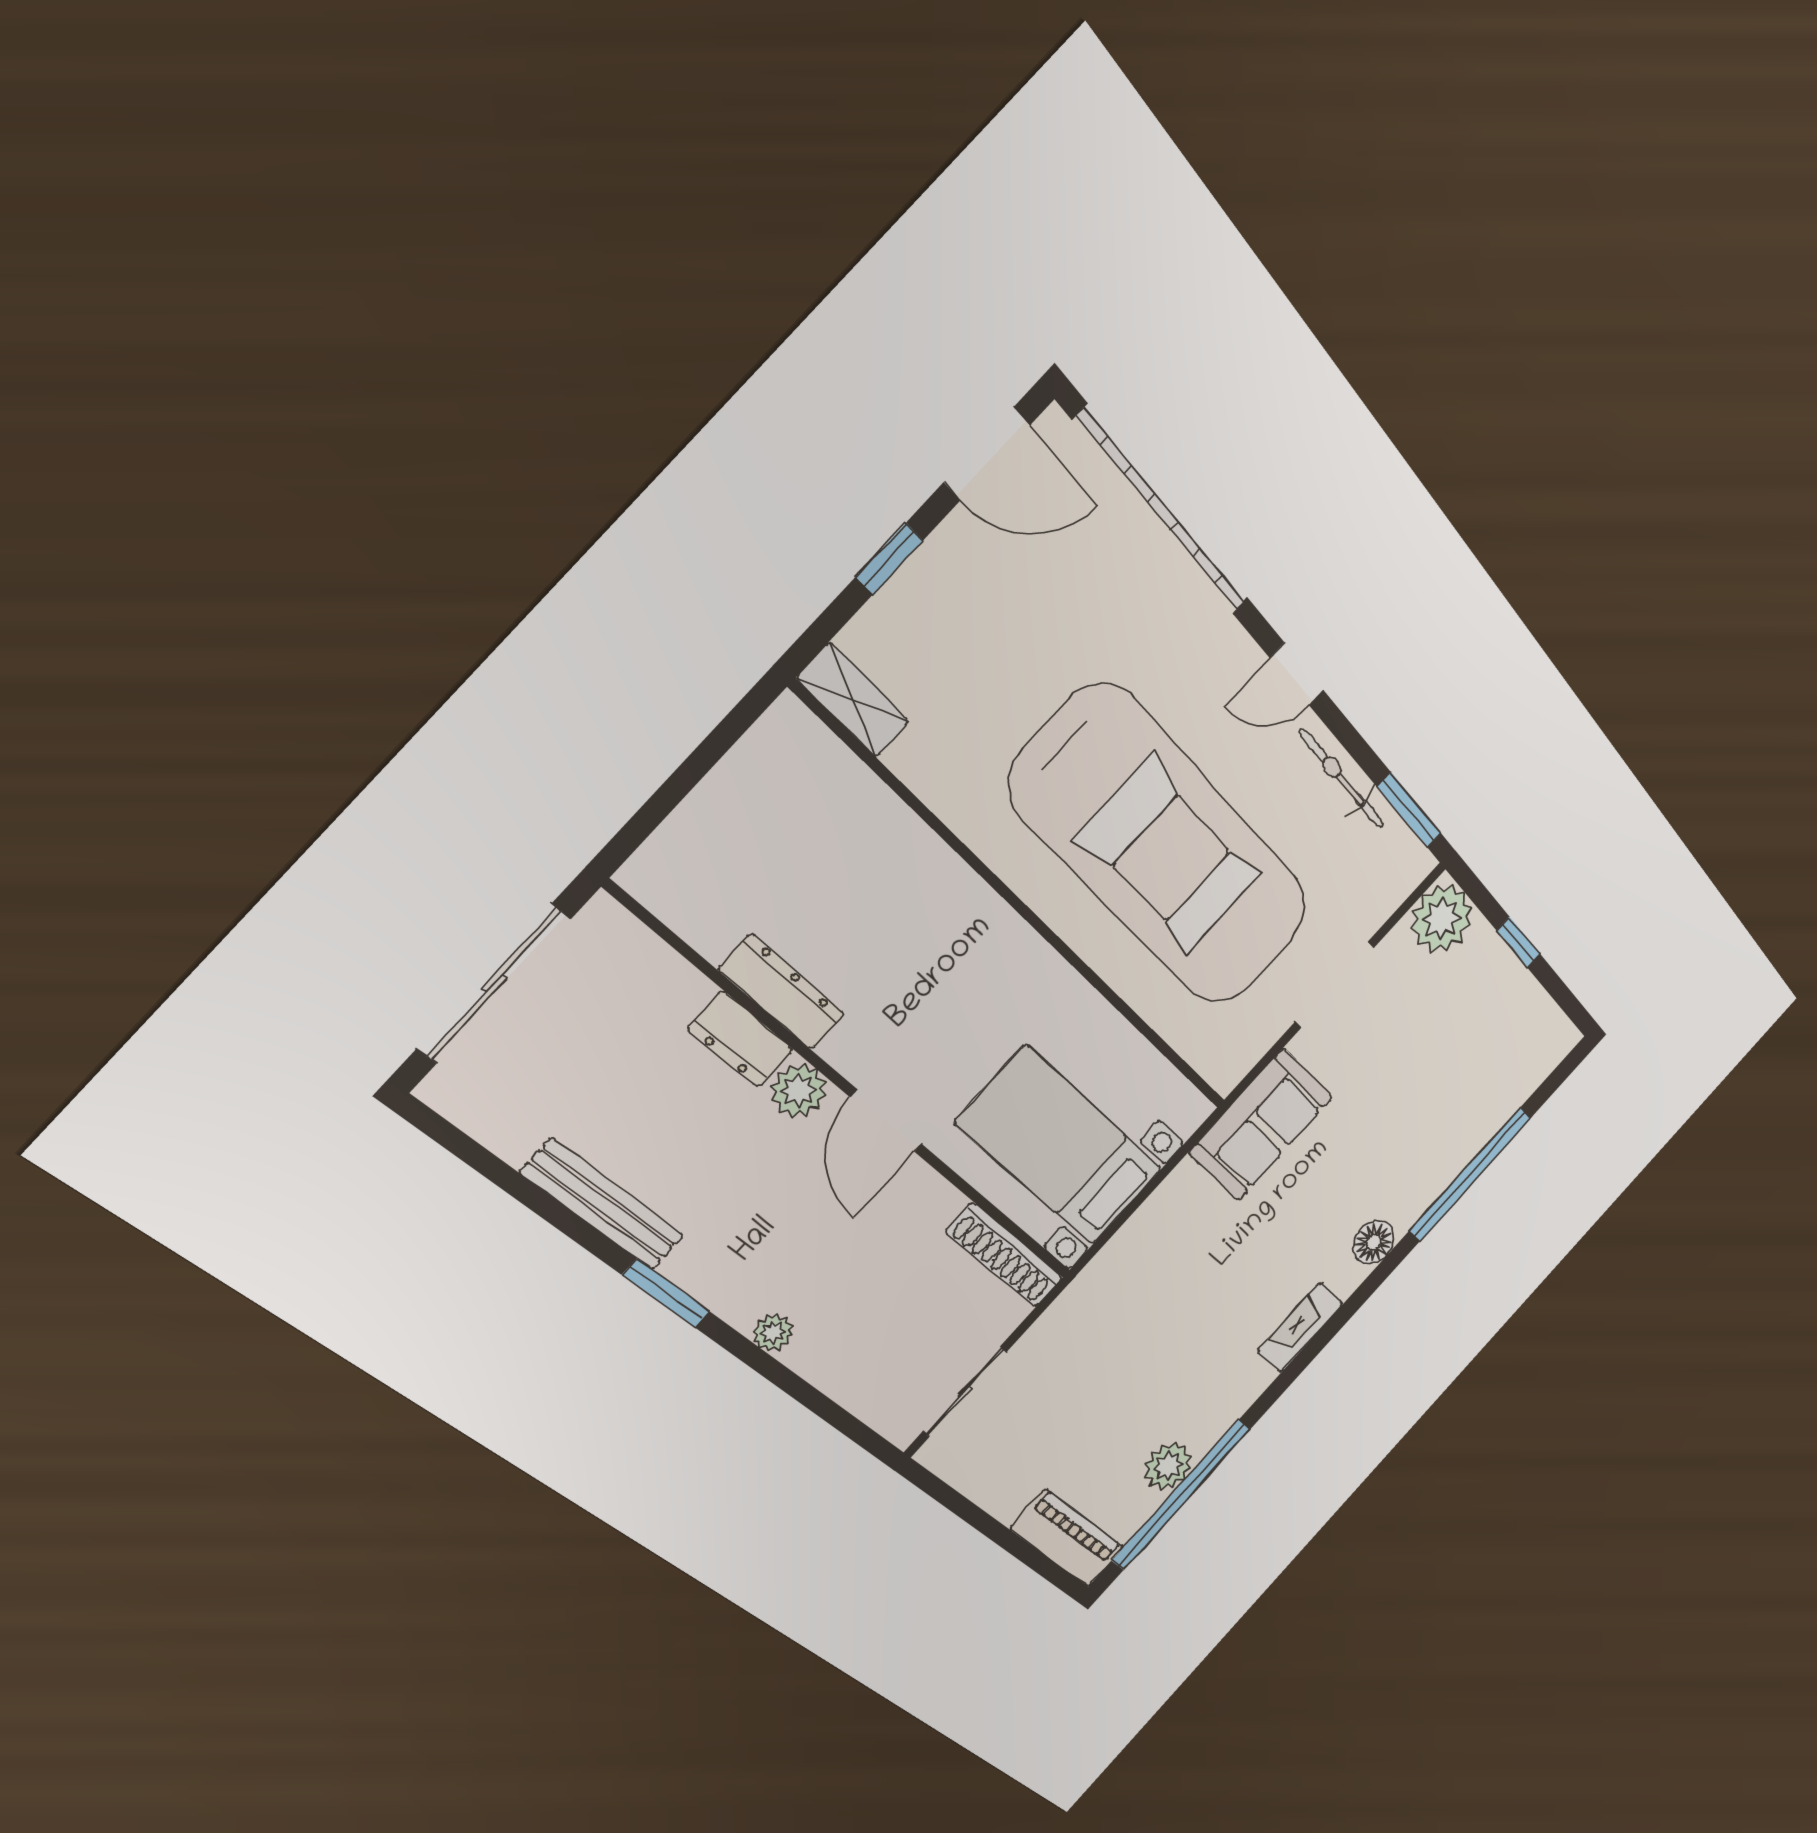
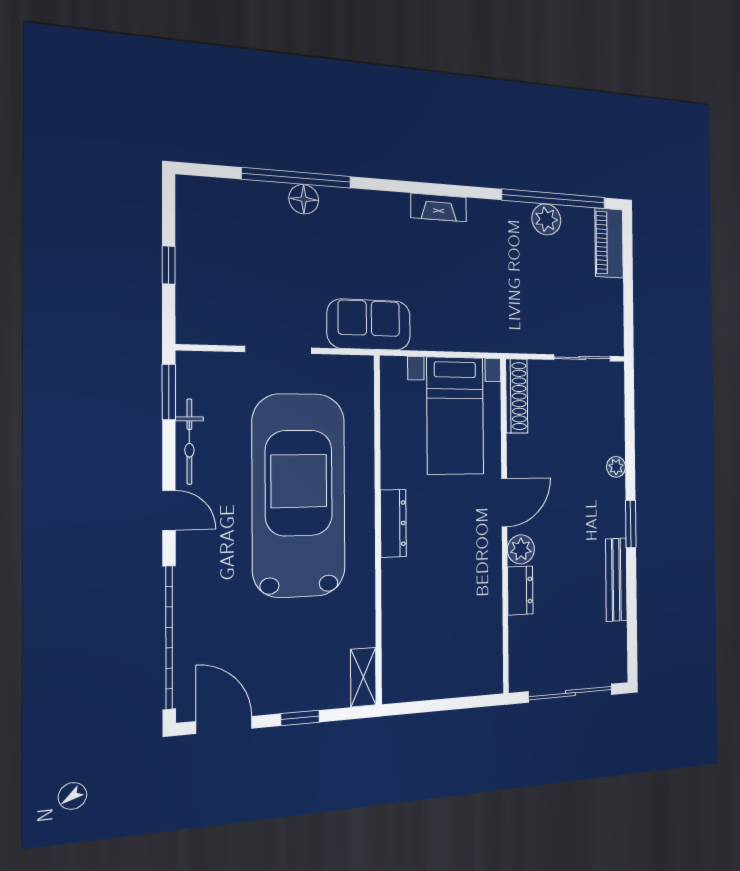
plant: (1442, 919) -> (198, 322), removed
dresser: (782, 992) -> (393, 523), moved, turned 180
floor lamp: (1374, 1243) -> (304, 199), moved

